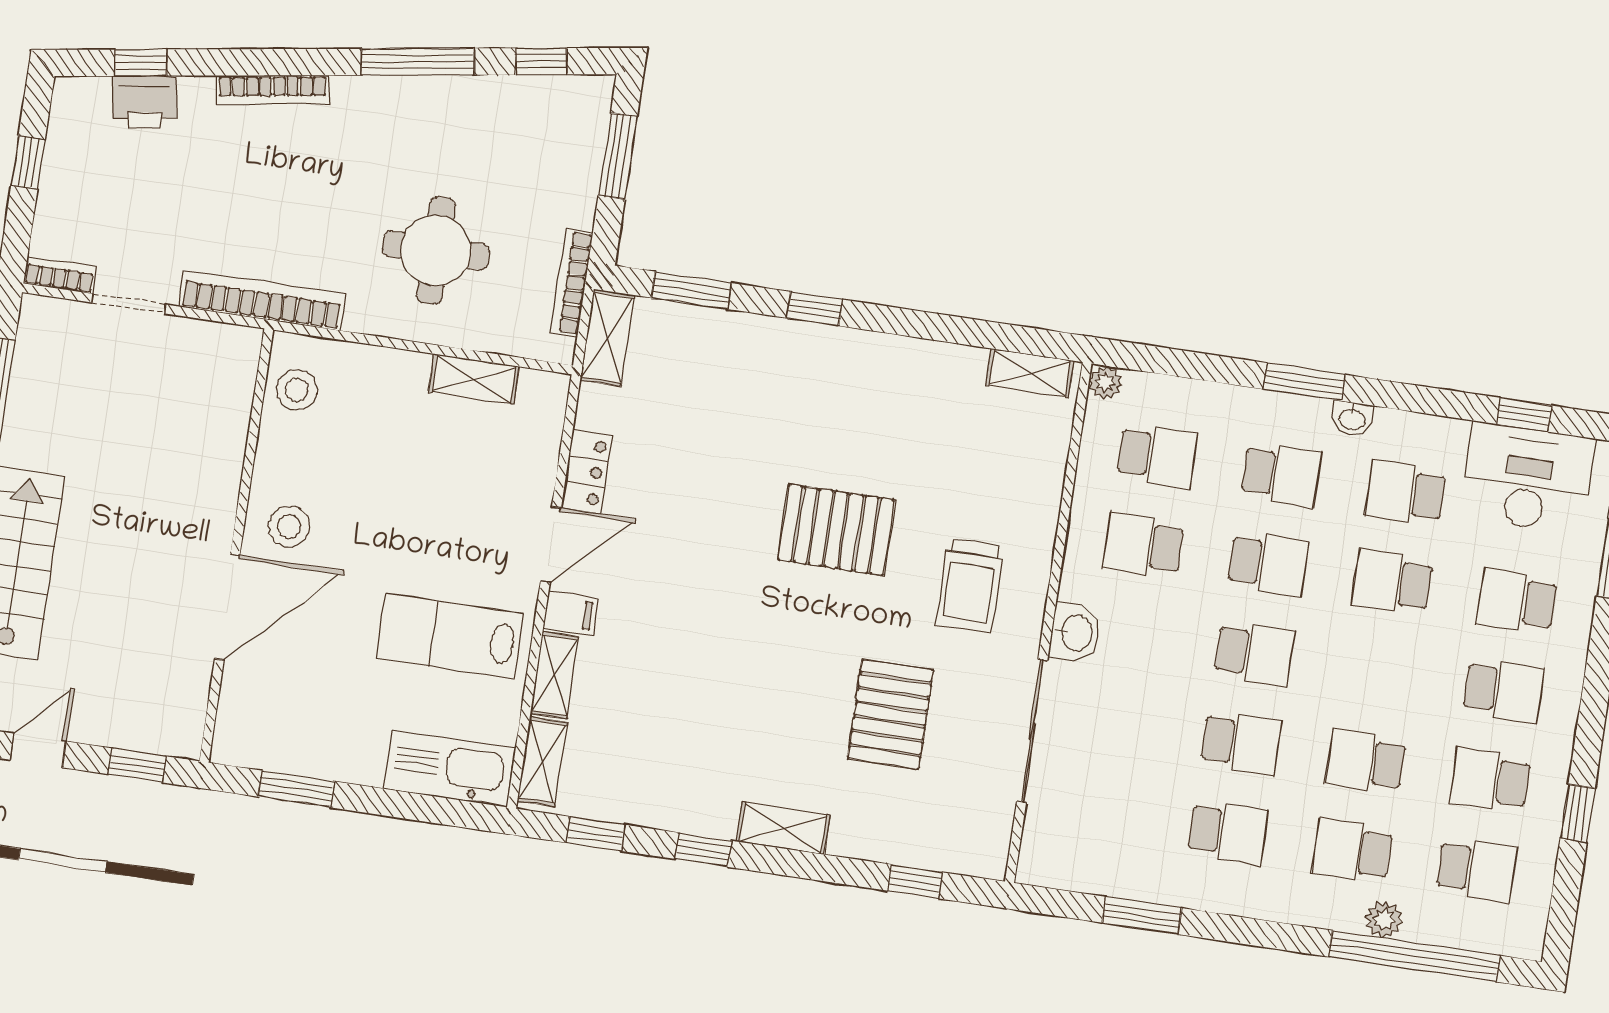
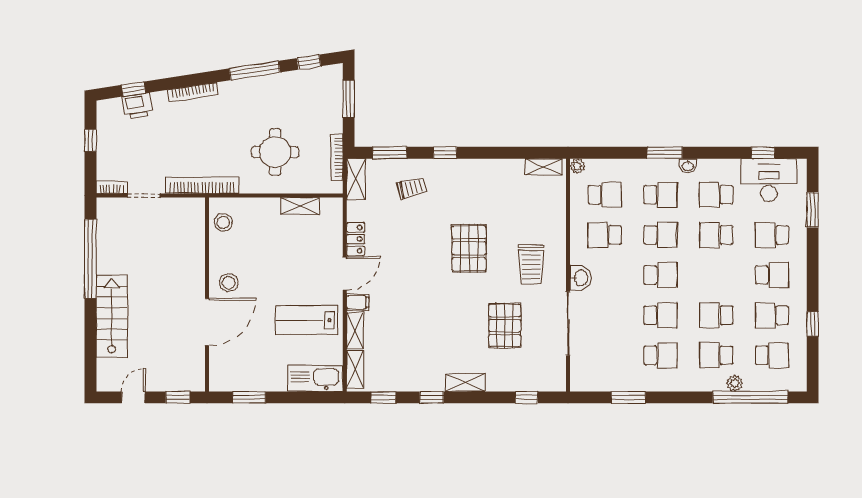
trolley: (729, 376) -> (412, 188), added
pallet: (836, 530) -> (469, 248), turned 90

